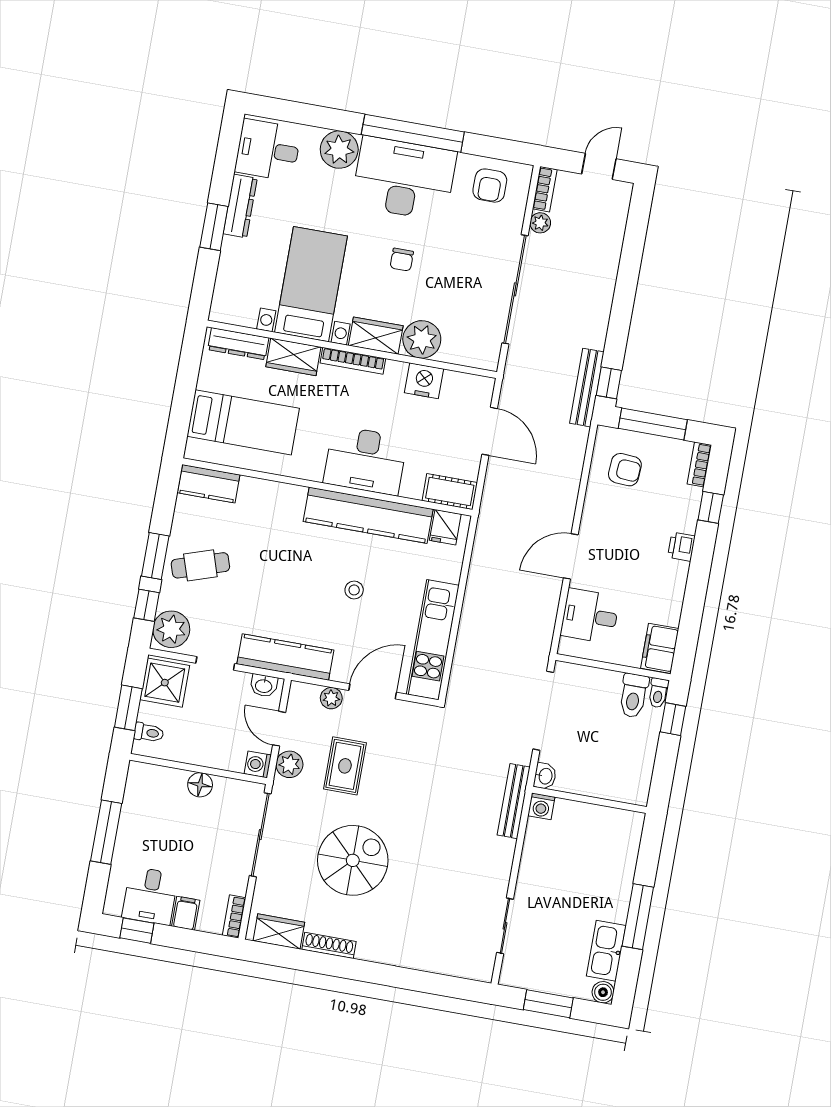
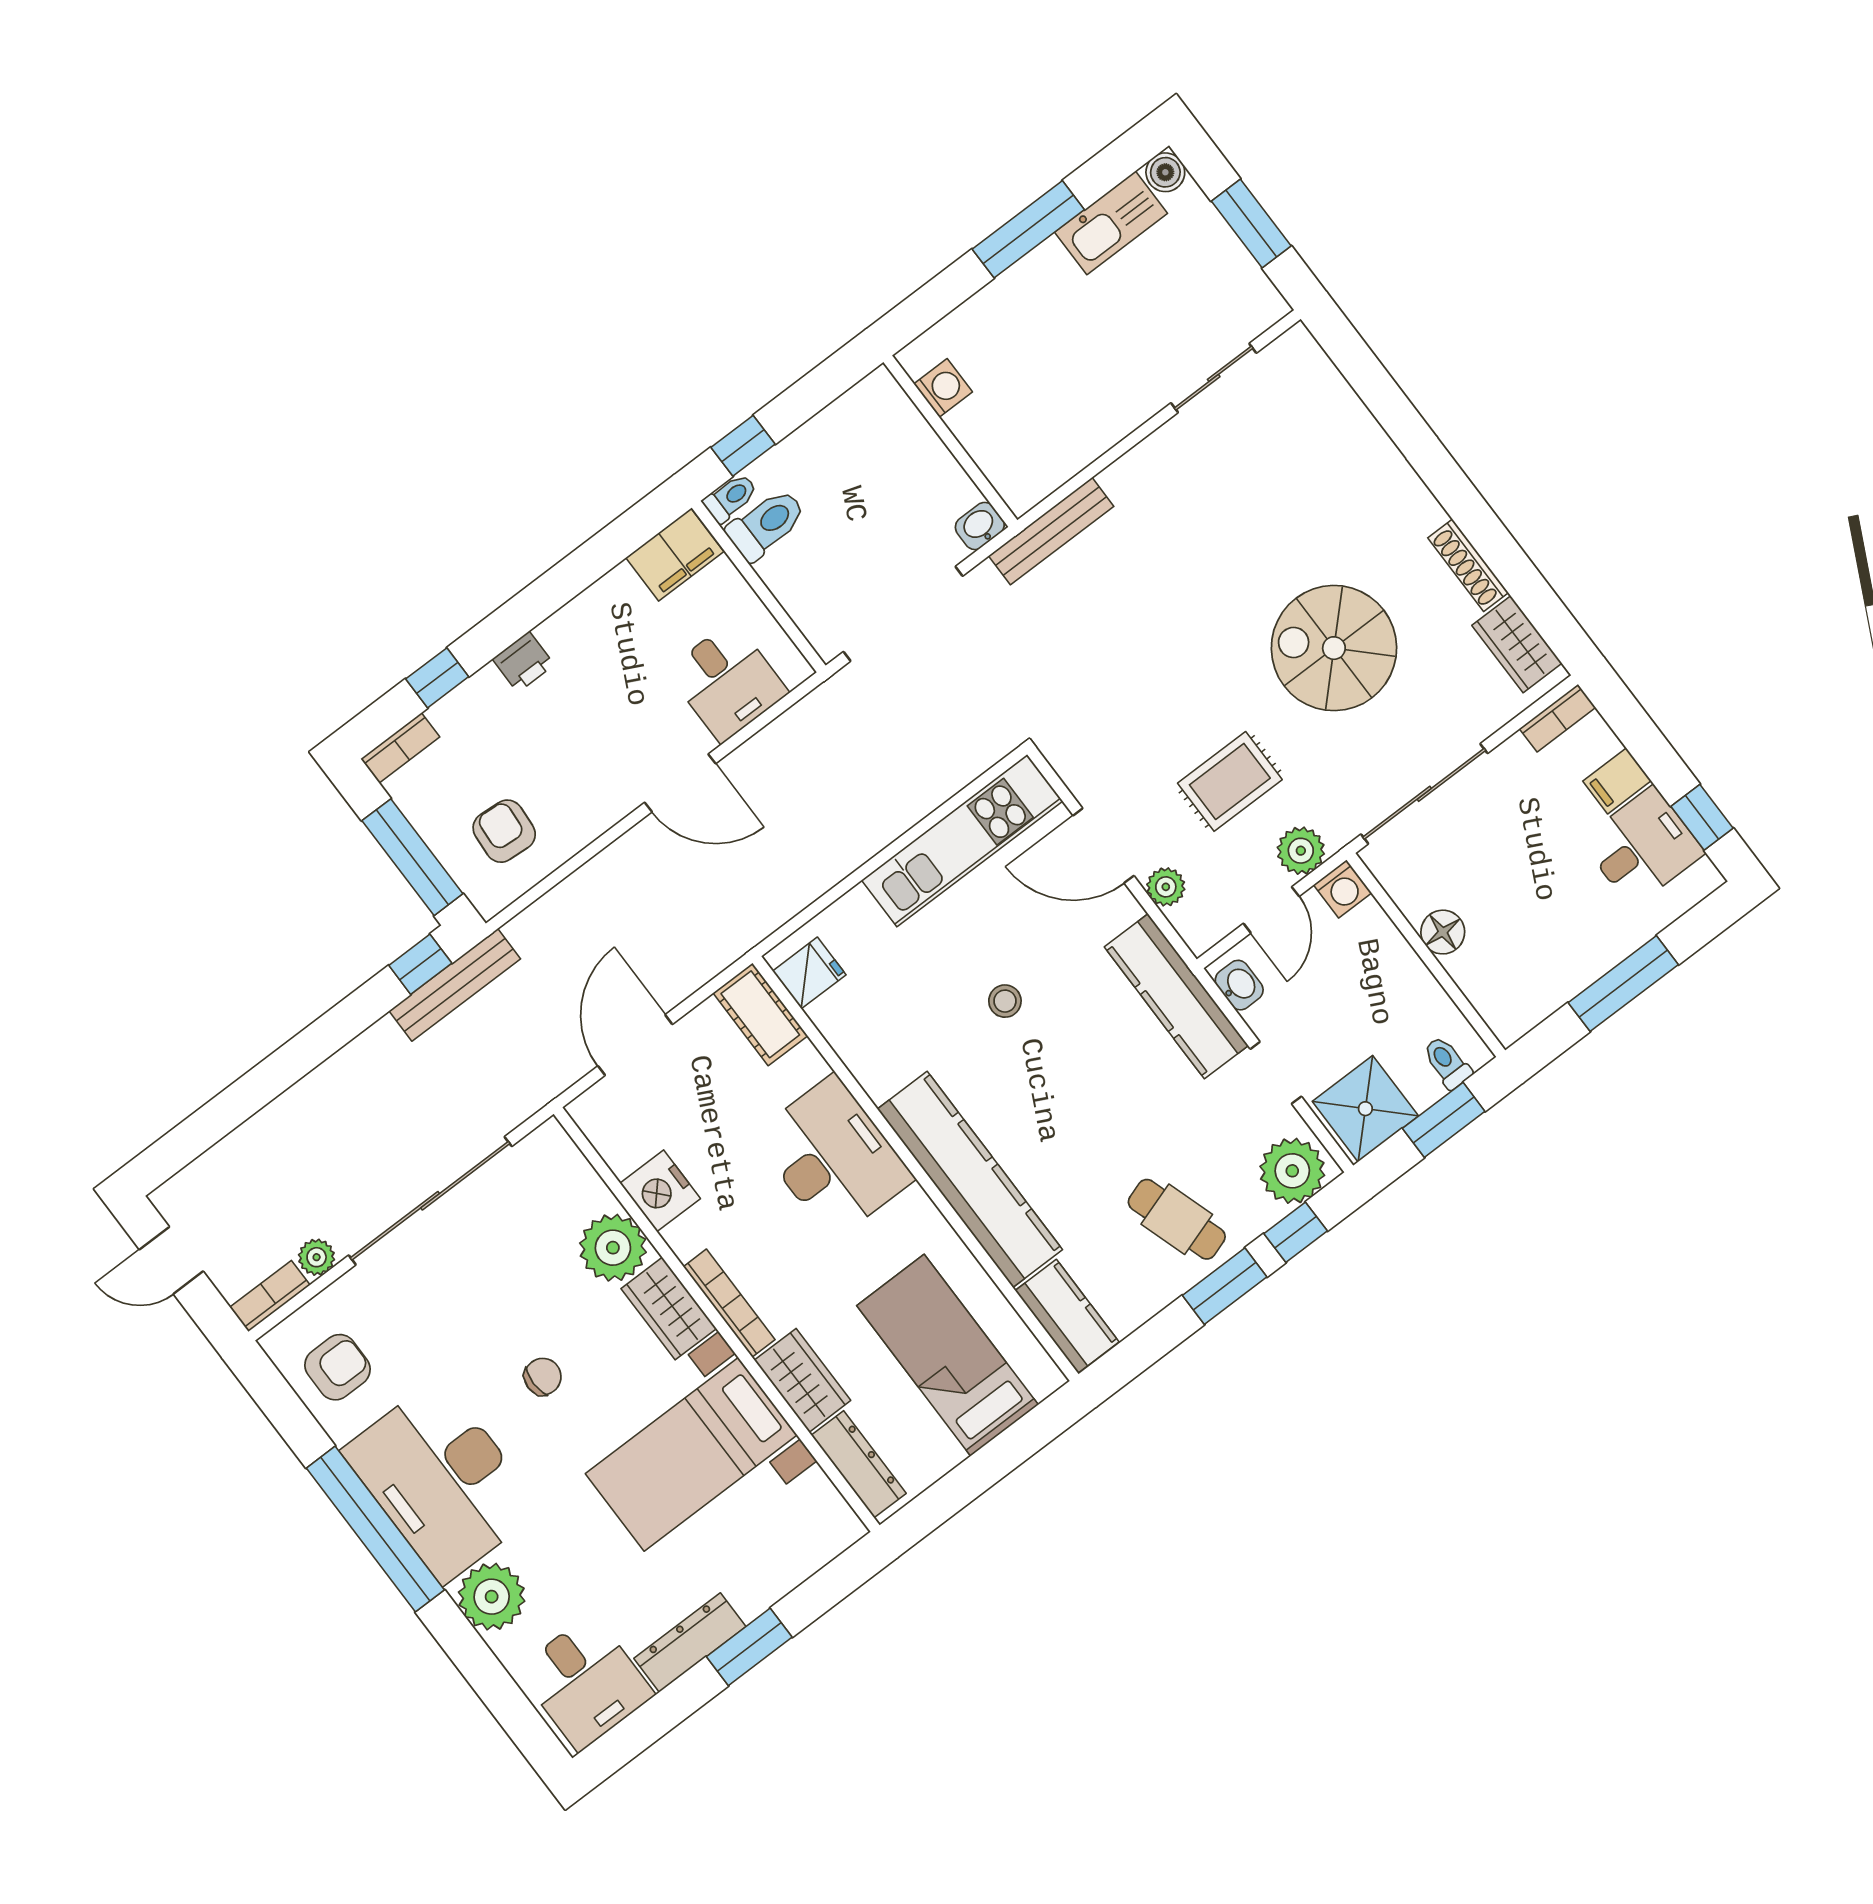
kitchen counter: (368, 515) -> (970, 1179), moved
washing machine: (541, 806) -> (943, 388), moved

